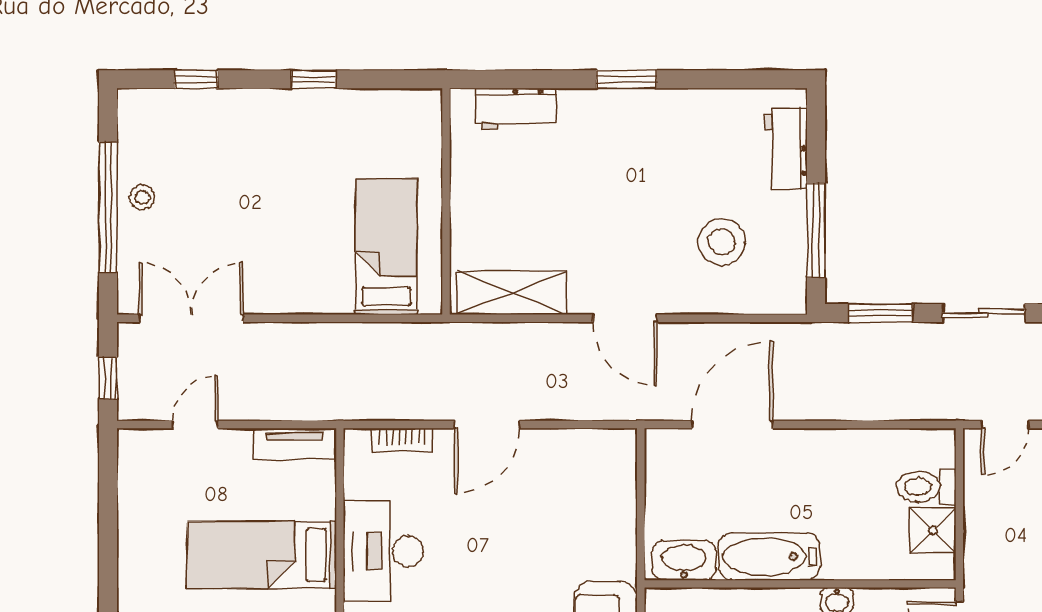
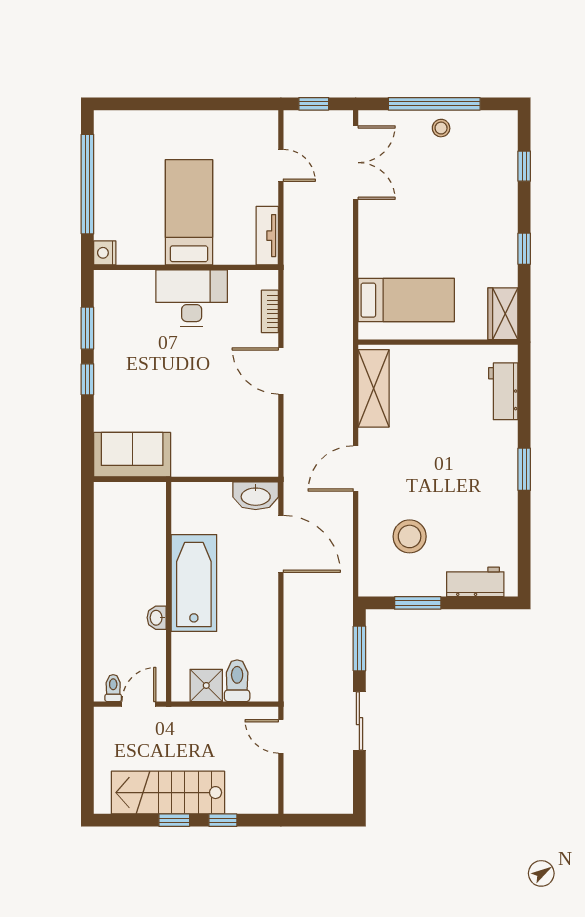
wardrobe: (406, 109) -> (503, 314), added
window: (816, 230) -> (418, 603), width x0.69
bathtub: (769, 557) -> (194, 583), width x1.36, depth x1.36
washbasin: (684, 561) -> (256, 496), moved, turned 90

